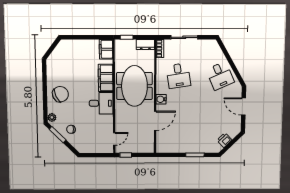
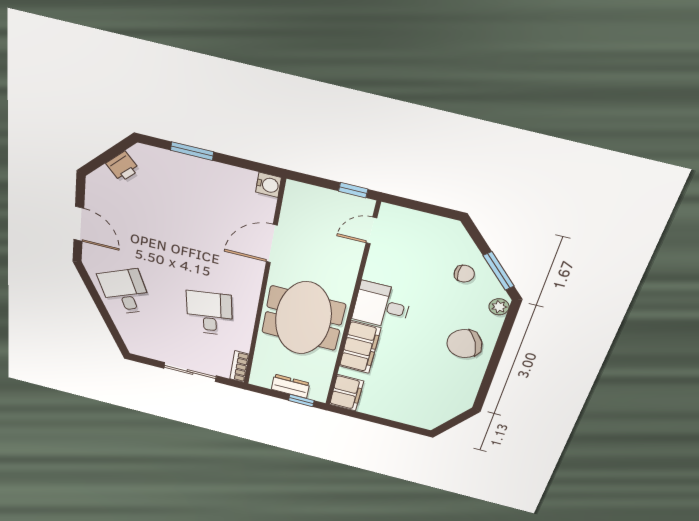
dresser: (145, 44) -> (290, 386), moved
water cooler: (161, 99) -> (269, 185), moved

